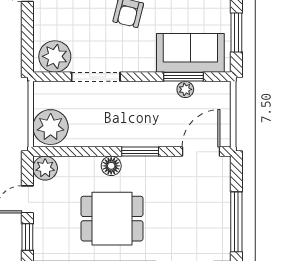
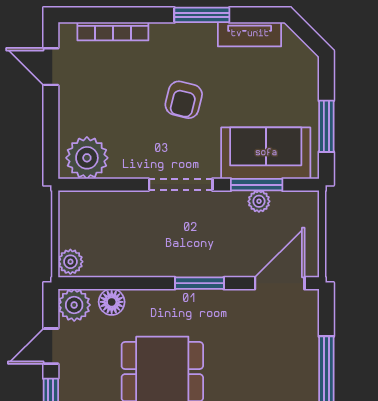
doorway: (96, 77) -> (181, 185), moved
plant: (51, 127) -> (70, 262), width x0.53, depth x0.53
floor lamp: (111, 166) -> (112, 302), moved

